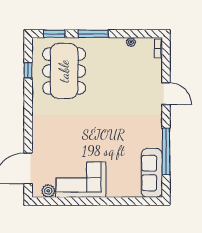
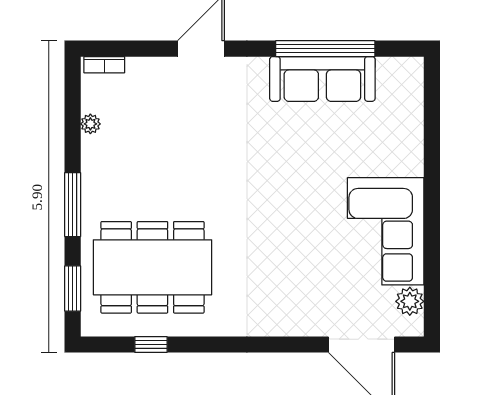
sofa: (152, 173) -> (322, 79), moved

